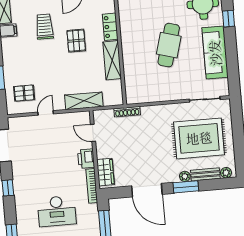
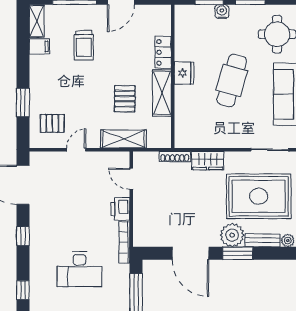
trolley: (44, 27) -> (84, 45), turned 180
pallet: (76, 41) -> (125, 99), moved
fridge: (129, 42) -> (184, 73), added
wardrobe: (105, 172) -> (208, 161), moved, turned 90
plant: (185, 176) -> (232, 235), width x1.88, depth x1.88

